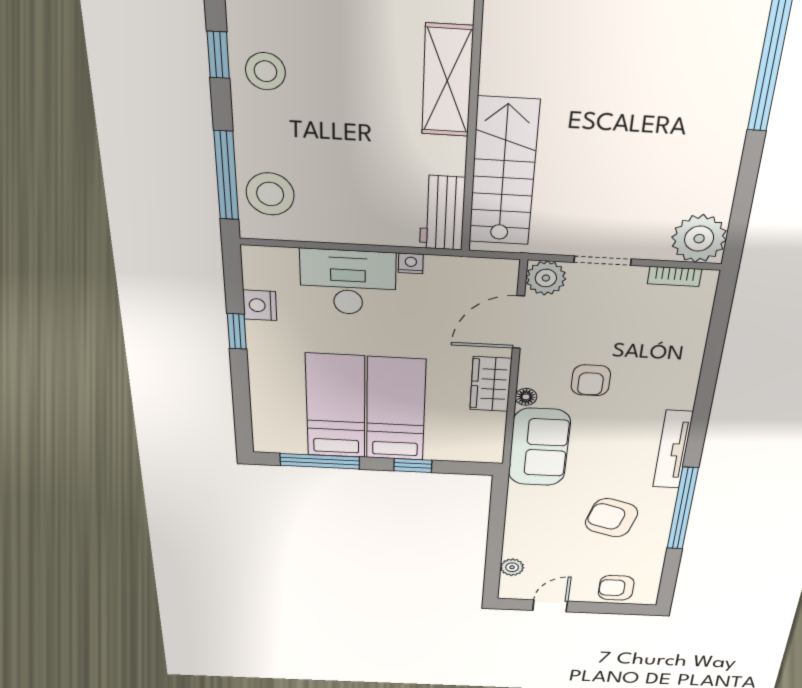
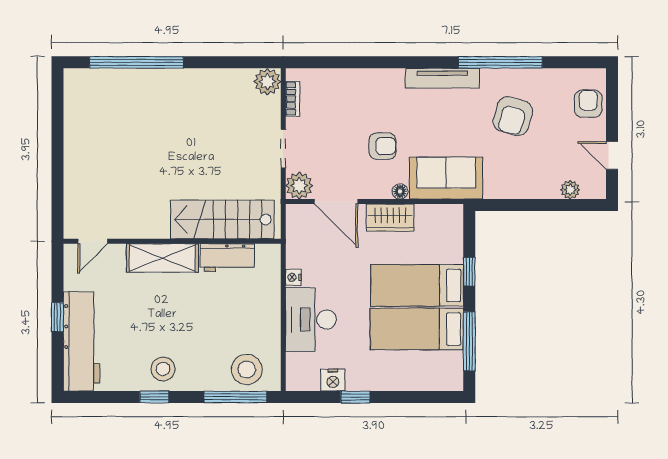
workbench: (442, 213) -> (227, 258), moved
plant: (699, 239) -> (267, 82), width x0.73, depth x0.73
armchair: (616, 588) -> (588, 104), turned 180

